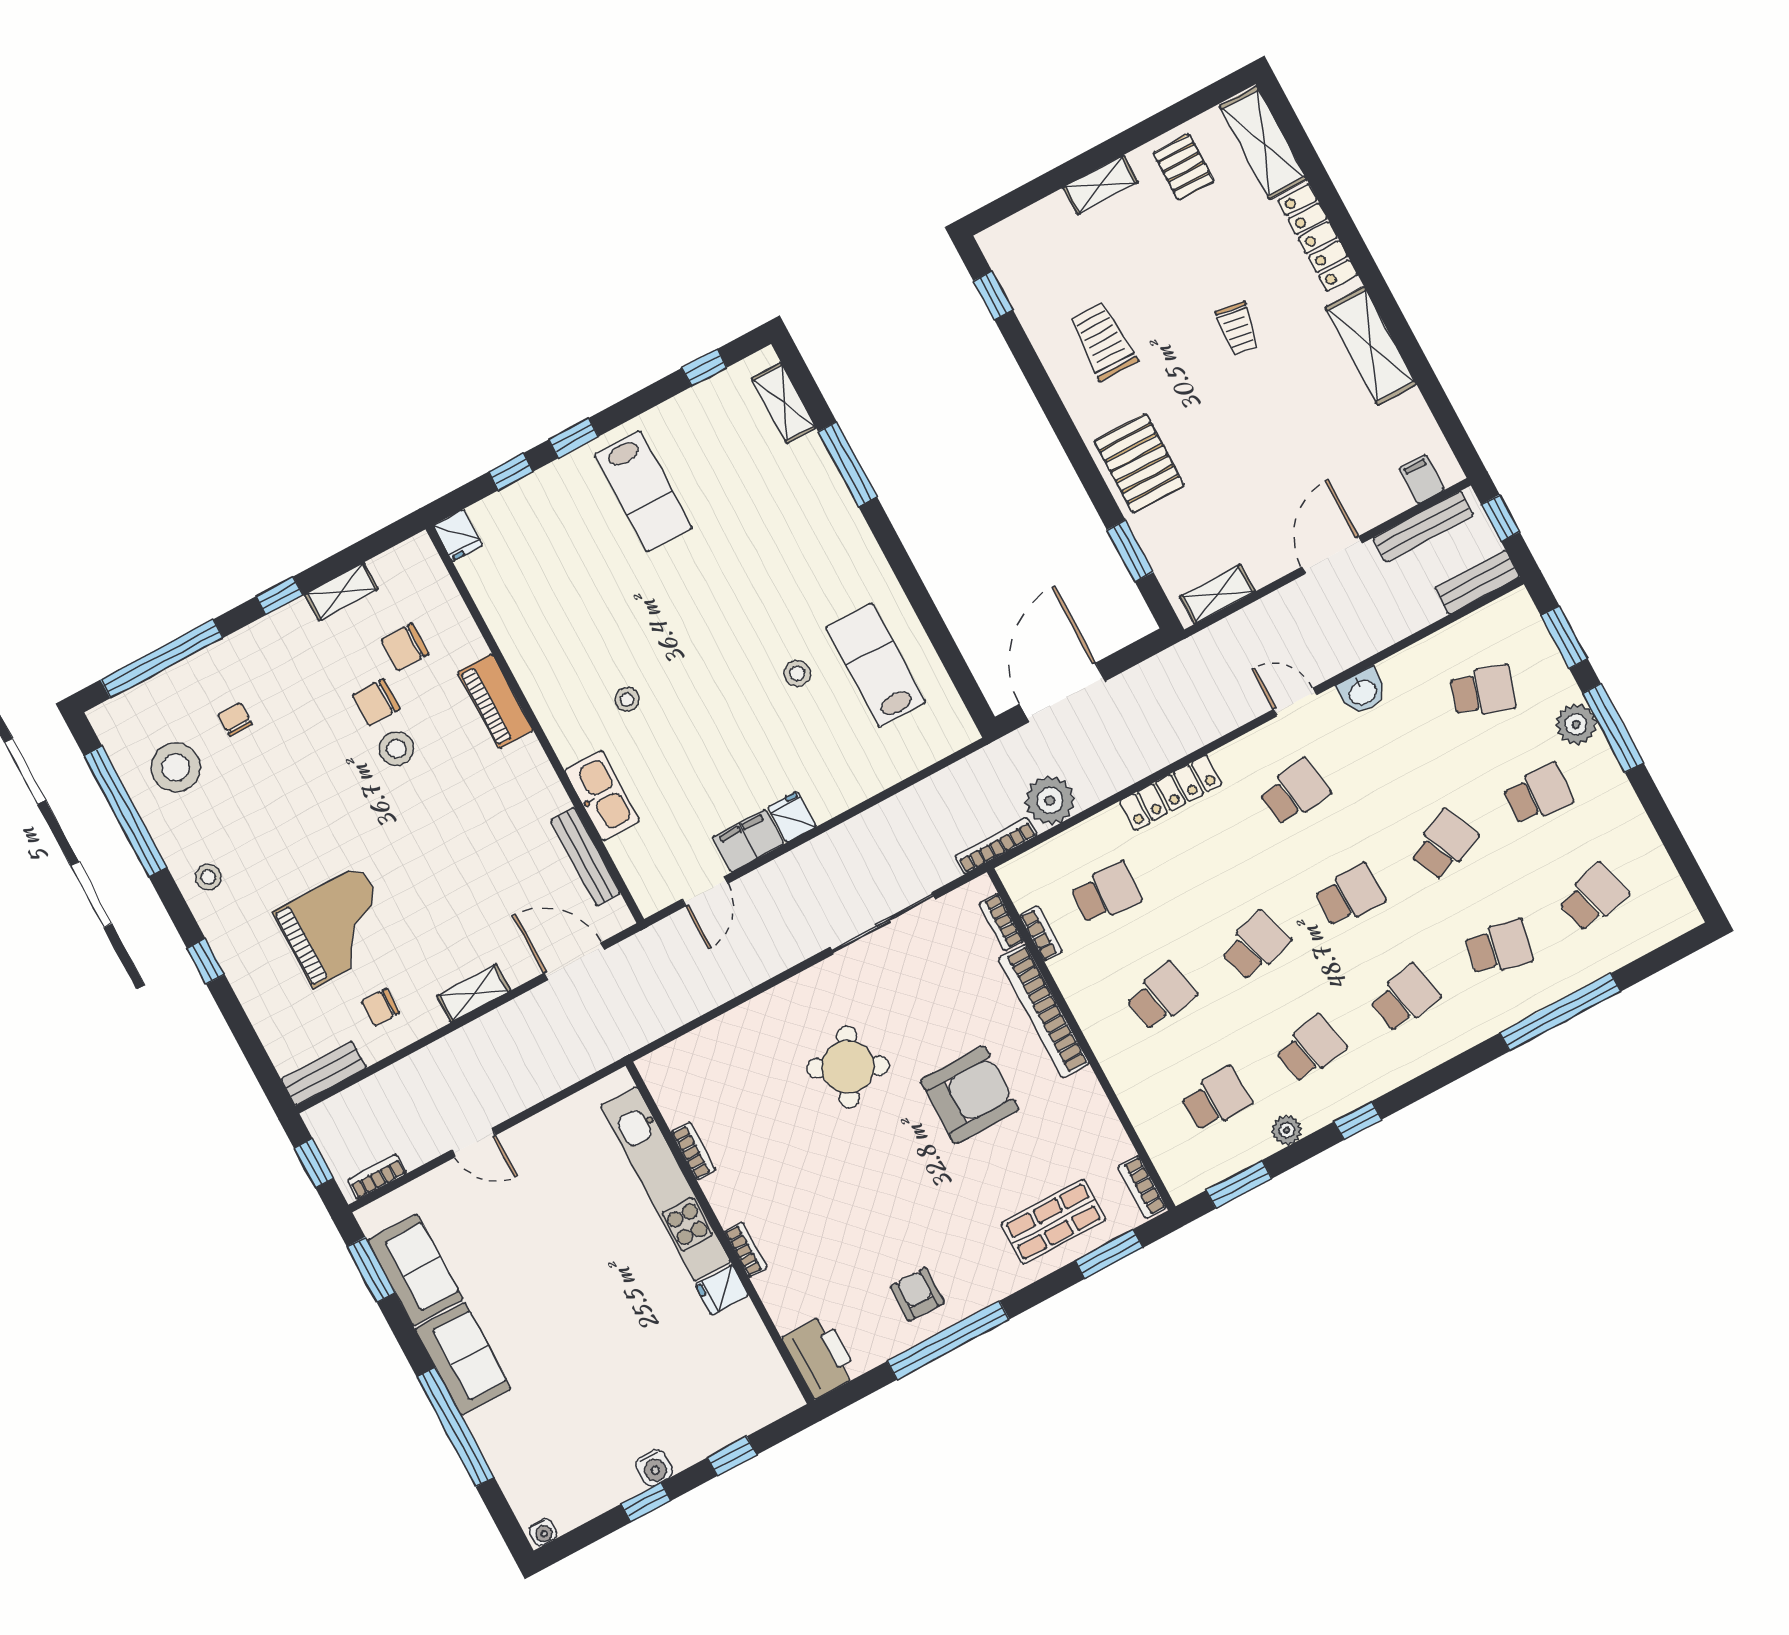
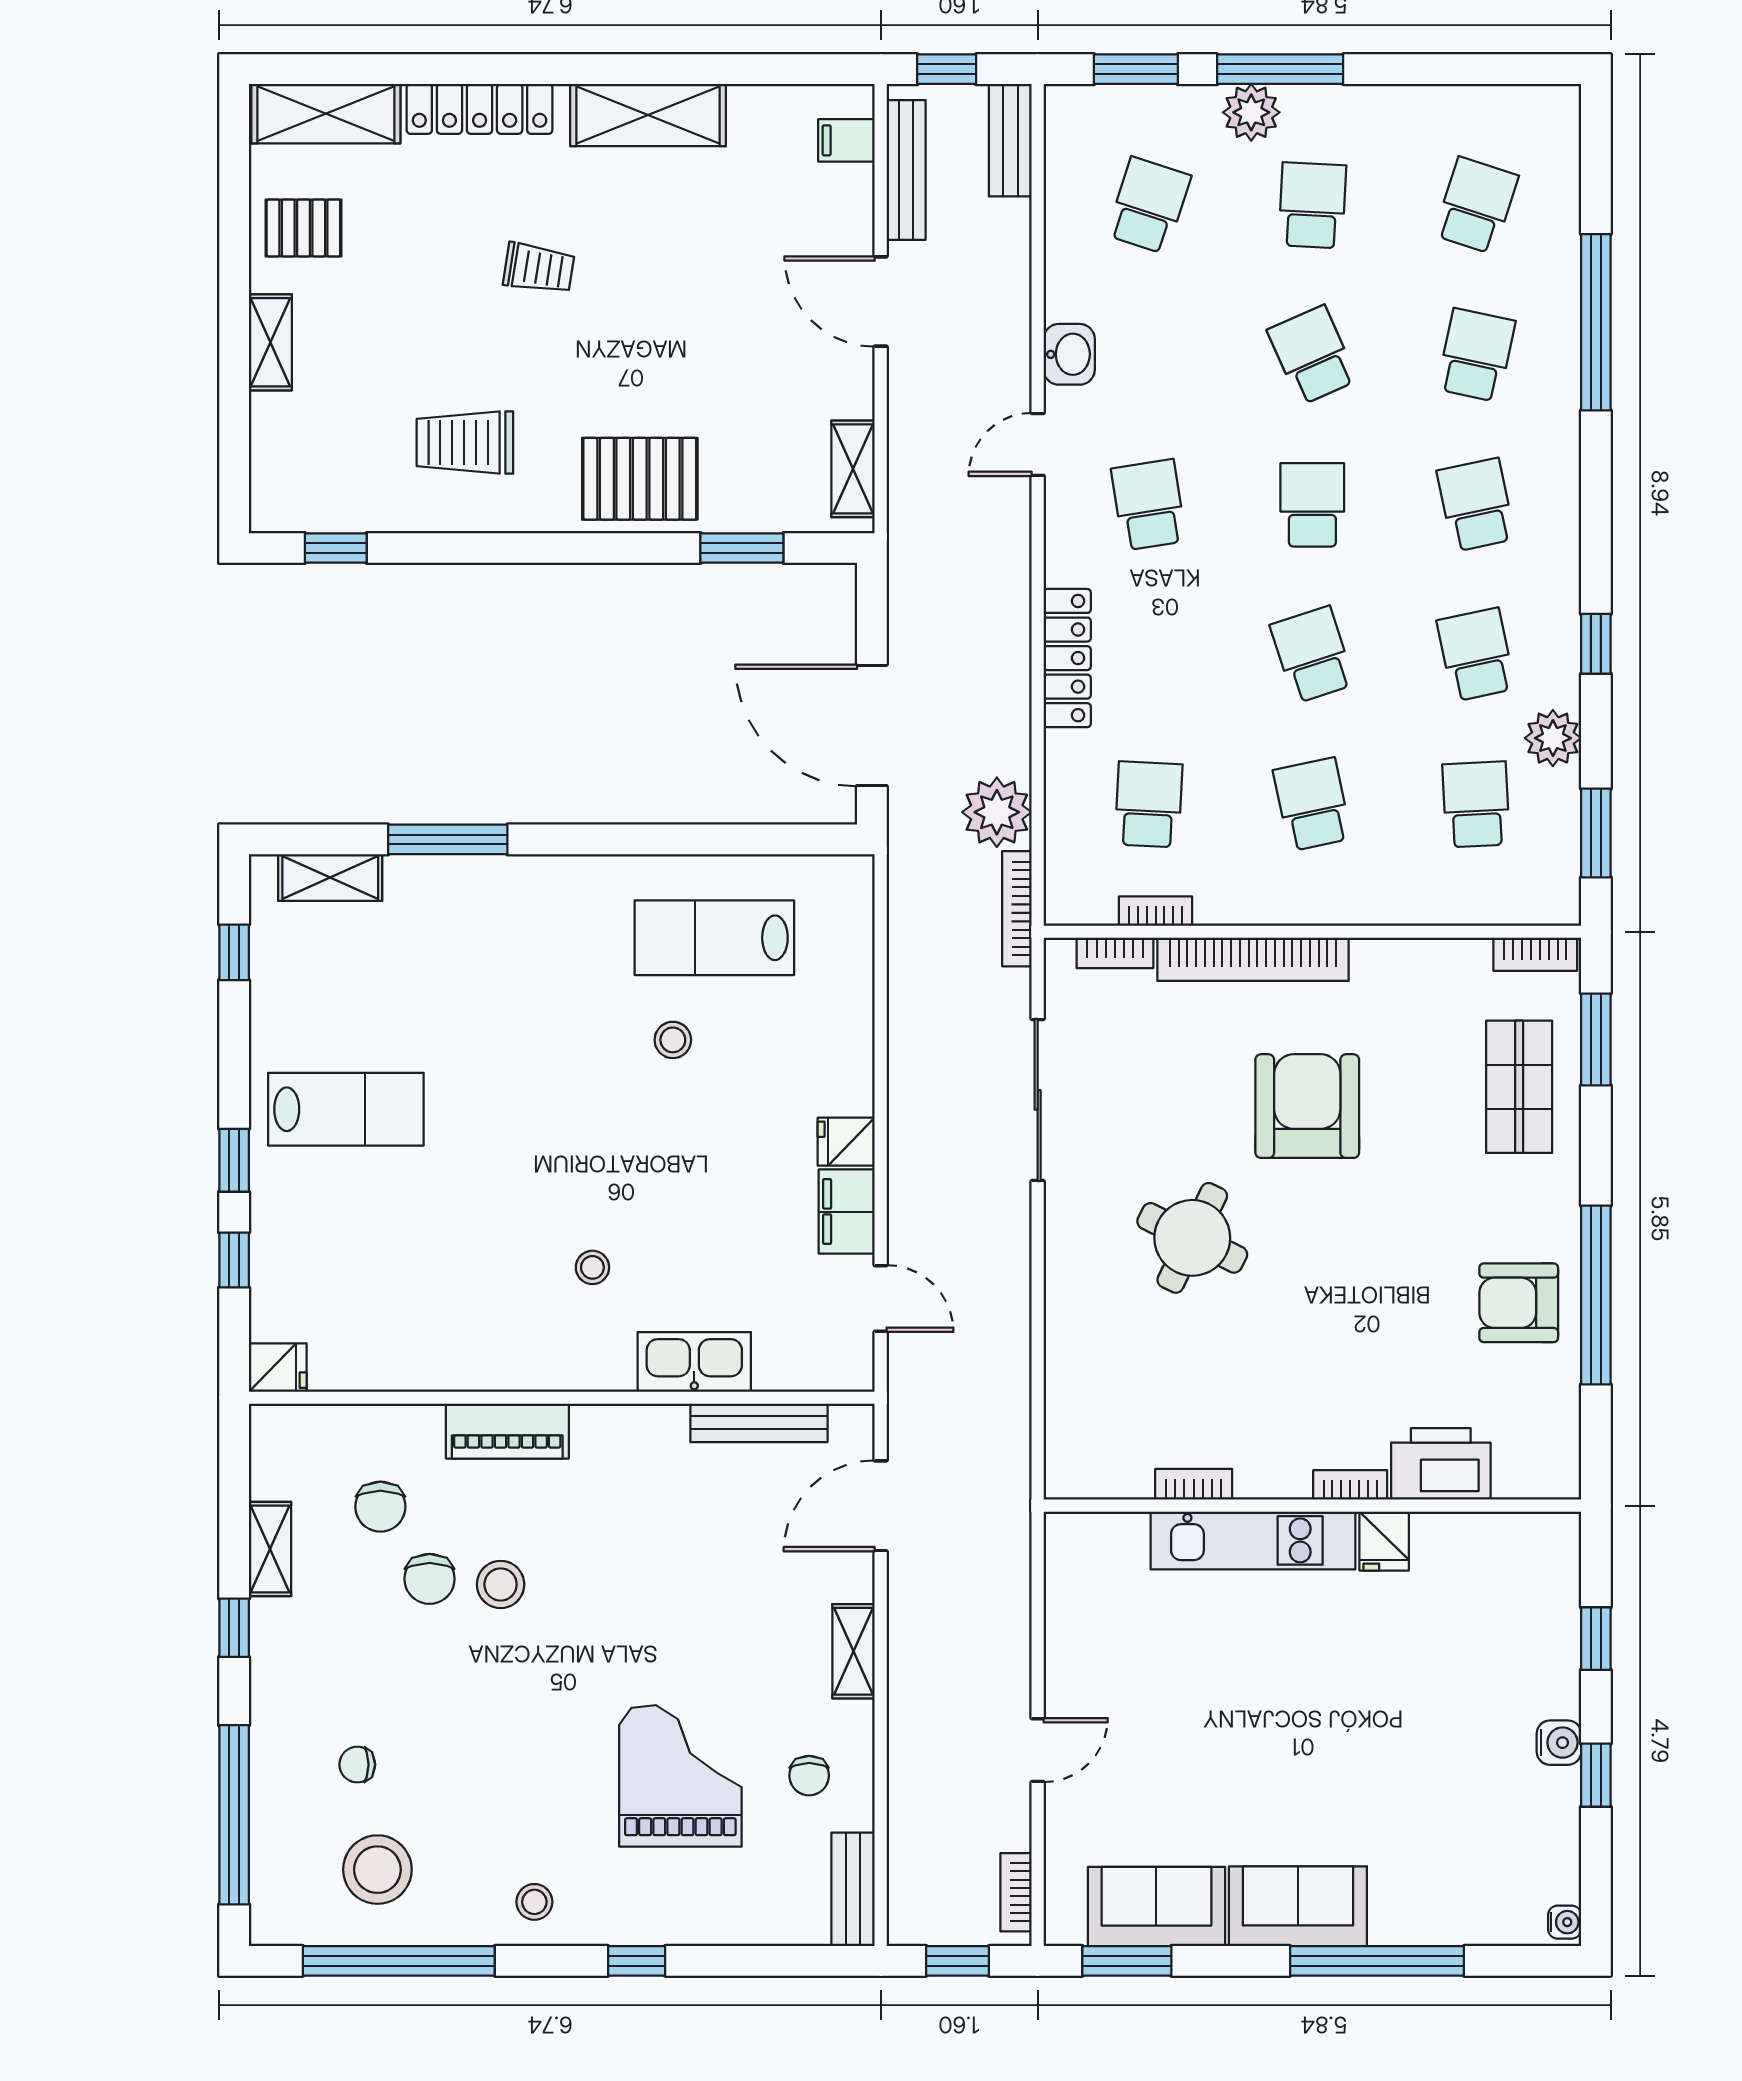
school desk: (1593, 897) -> (1476, 205), turned 33
plant: (1287, 1130) -> (1553, 738), width x1.38, depth x1.38
kitchen unit: (666, 1184) -> (1253, 1540), width x0.73
armchair: (917, 1294) -> (1519, 1303), width x1.38, depth x1.38
printer: (820, 1357) -> (1441, 1464), moved

